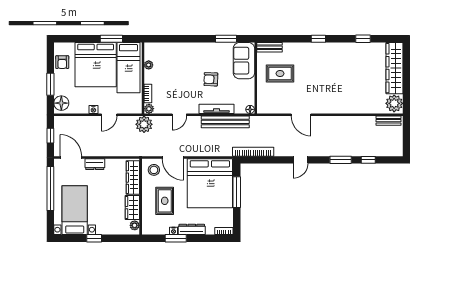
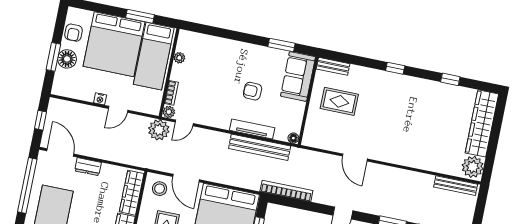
floor lamp: (61, 103) -> (67, 59), moved
door: (179, 115) -> (184, 123), moved
bench: (388, 121) -> (456, 186), width x1.36

